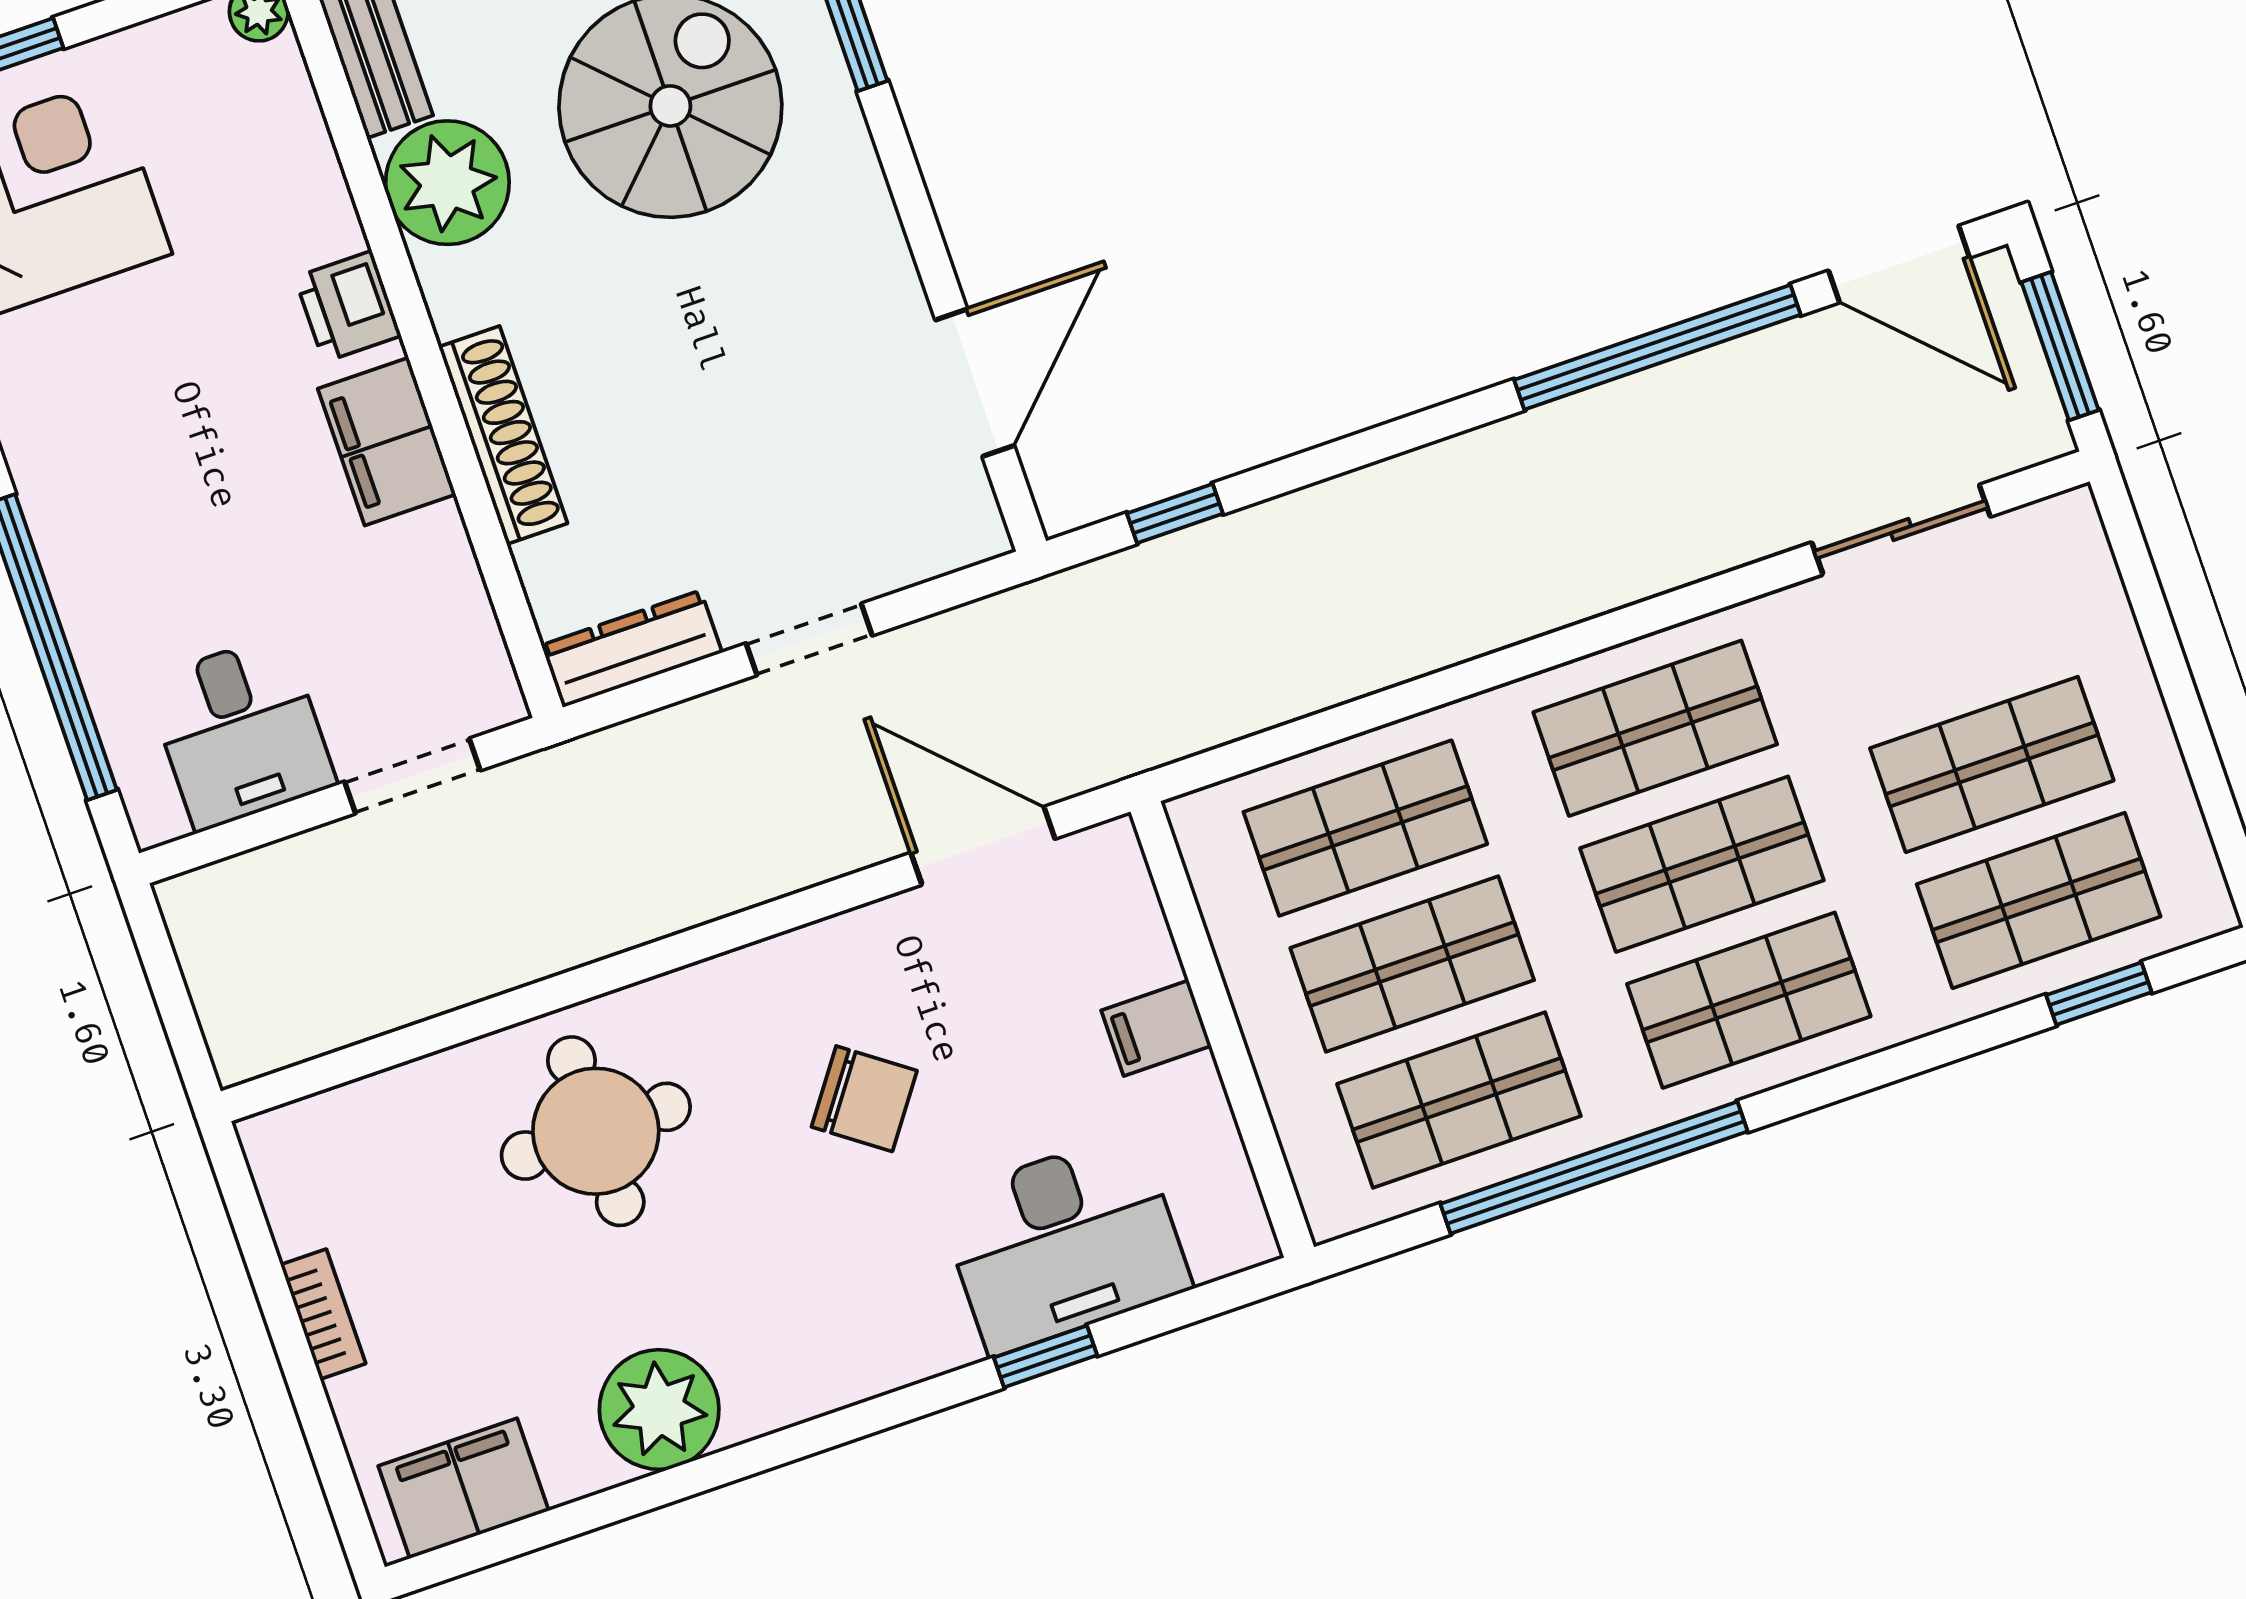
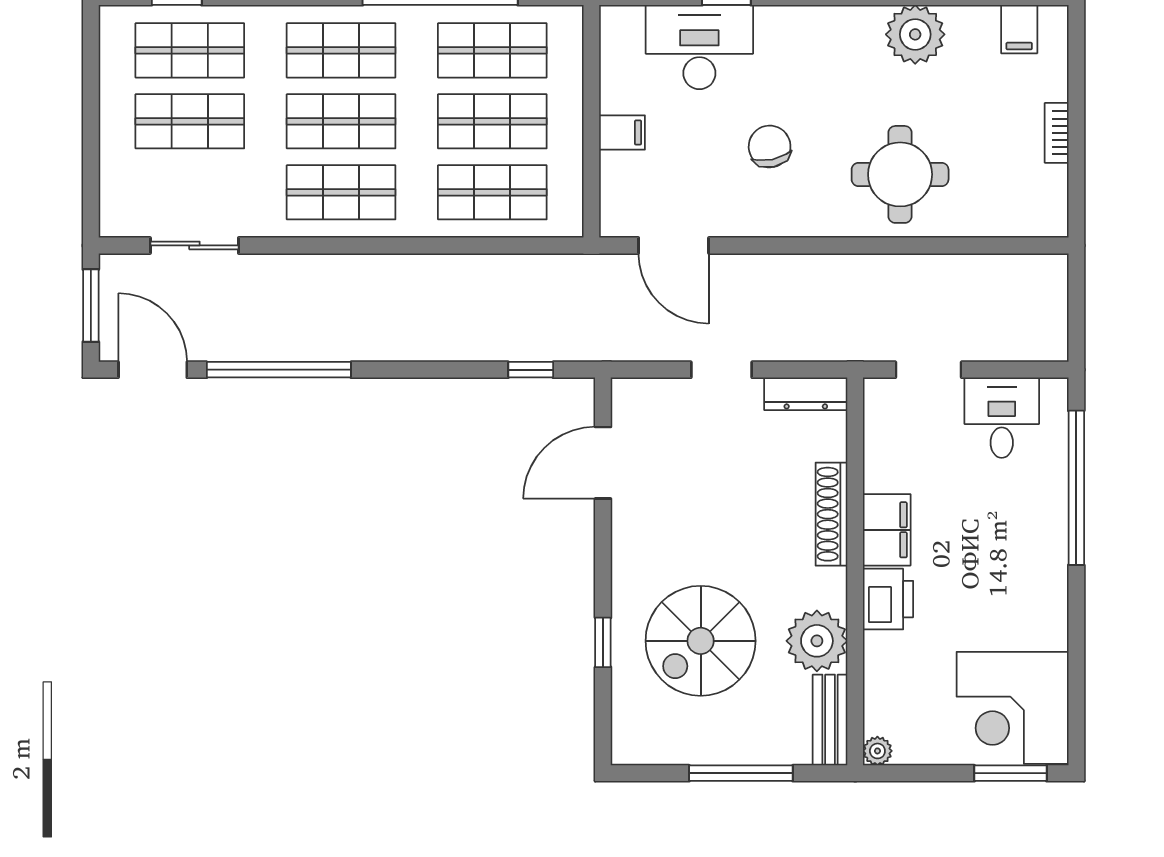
printer: (348, 306) -> (888, 599), width x1.36, depth x1.24
chair: (864, 1099) -> (770, 147), turned 42
filing cabinet: (463, 1488) -> (1019, 29), width x0.50

